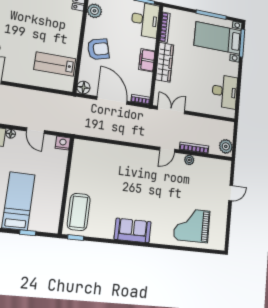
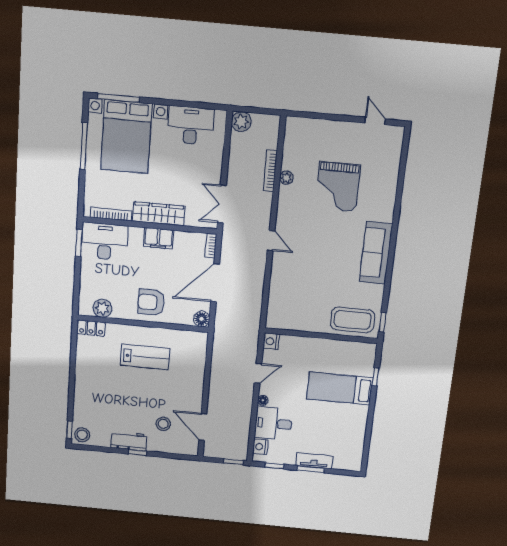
bed with nightstands: (218, 38) -> (126, 137), width x1.36
armchair: (98, 49) -> (151, 302), turned -75
lab bench: (55, 64) -> (145, 357), moved, turned -90
plant: (226, 146) -> (241, 122), moved
door: (167, 150) -> (271, 241), moved
door: (231, 193) -> (375, 121), moved
grand piano: (192, 225) -> (338, 187), moved
sofa: (133, 230) -> (376, 253), width x1.36

